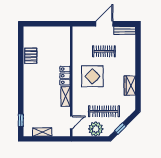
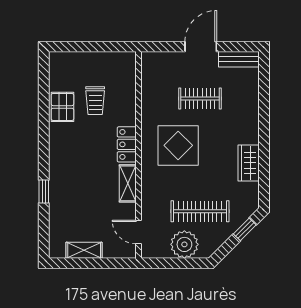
trolley: (48, 52) -> (95, 101), added
window: (21, 120) -> (44, 191), moved
door: (71, 122) -> (139, 232), swing flipped
window: (120, 128) -> (245, 229), moved

